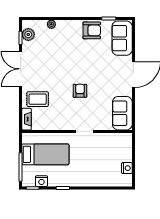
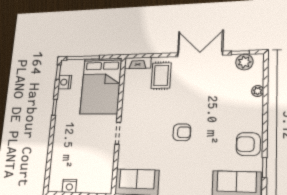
armchair: (92, 30) -> (248, 144), turned 90
armchair: (80, 91) -> (182, 132), moved
bed: (45, 154) -> (101, 86), width x1.50

